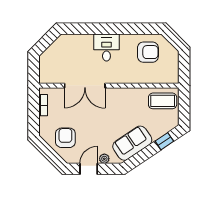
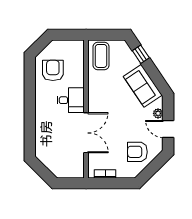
desk: (106, 48) -> (71, 100), moved, turned 180

